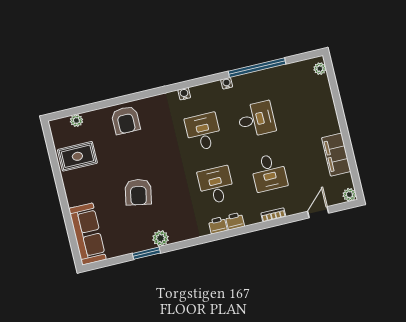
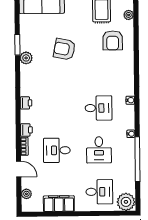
plant: (320, 69) -> (126, 202), width x1.88, depth x1.88
armchair: (126, 120) -> (113, 40), moved, turned -90
desk: (216, 185) -> (99, 192), moved
plant: (349, 195) -> (26, 194), moved
door: (318, 212) -> (19, 169), moved
printer: (235, 221) -> (26, 130), moved

